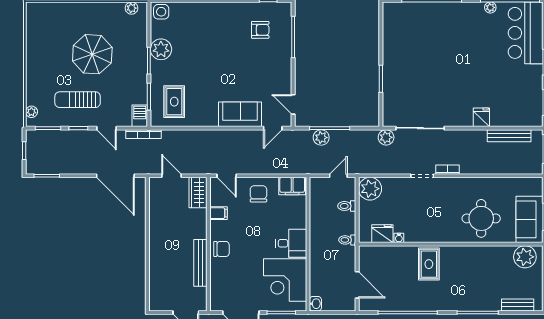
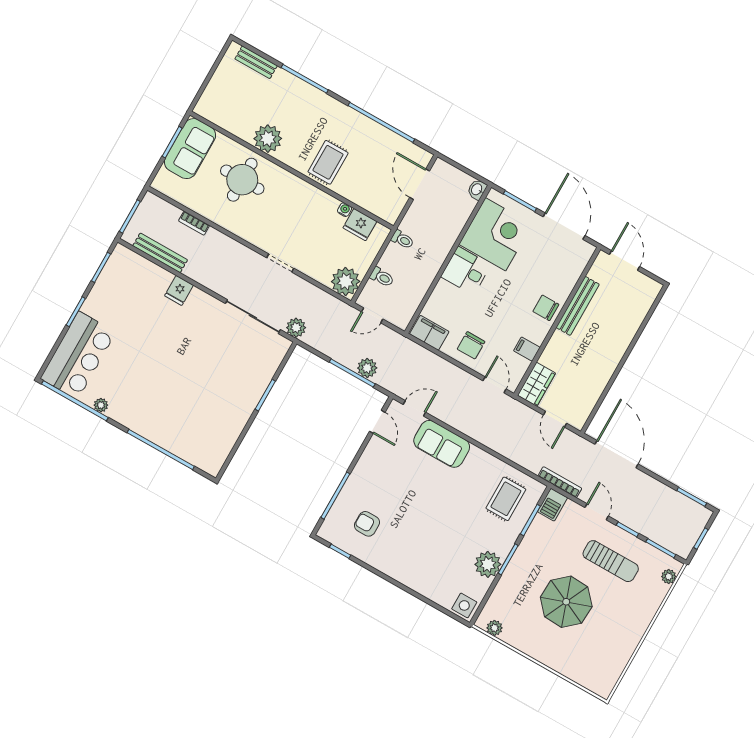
bookcase: (447, 170) -> (194, 223), moved
plant: (525, 257) -> (268, 139), moved

